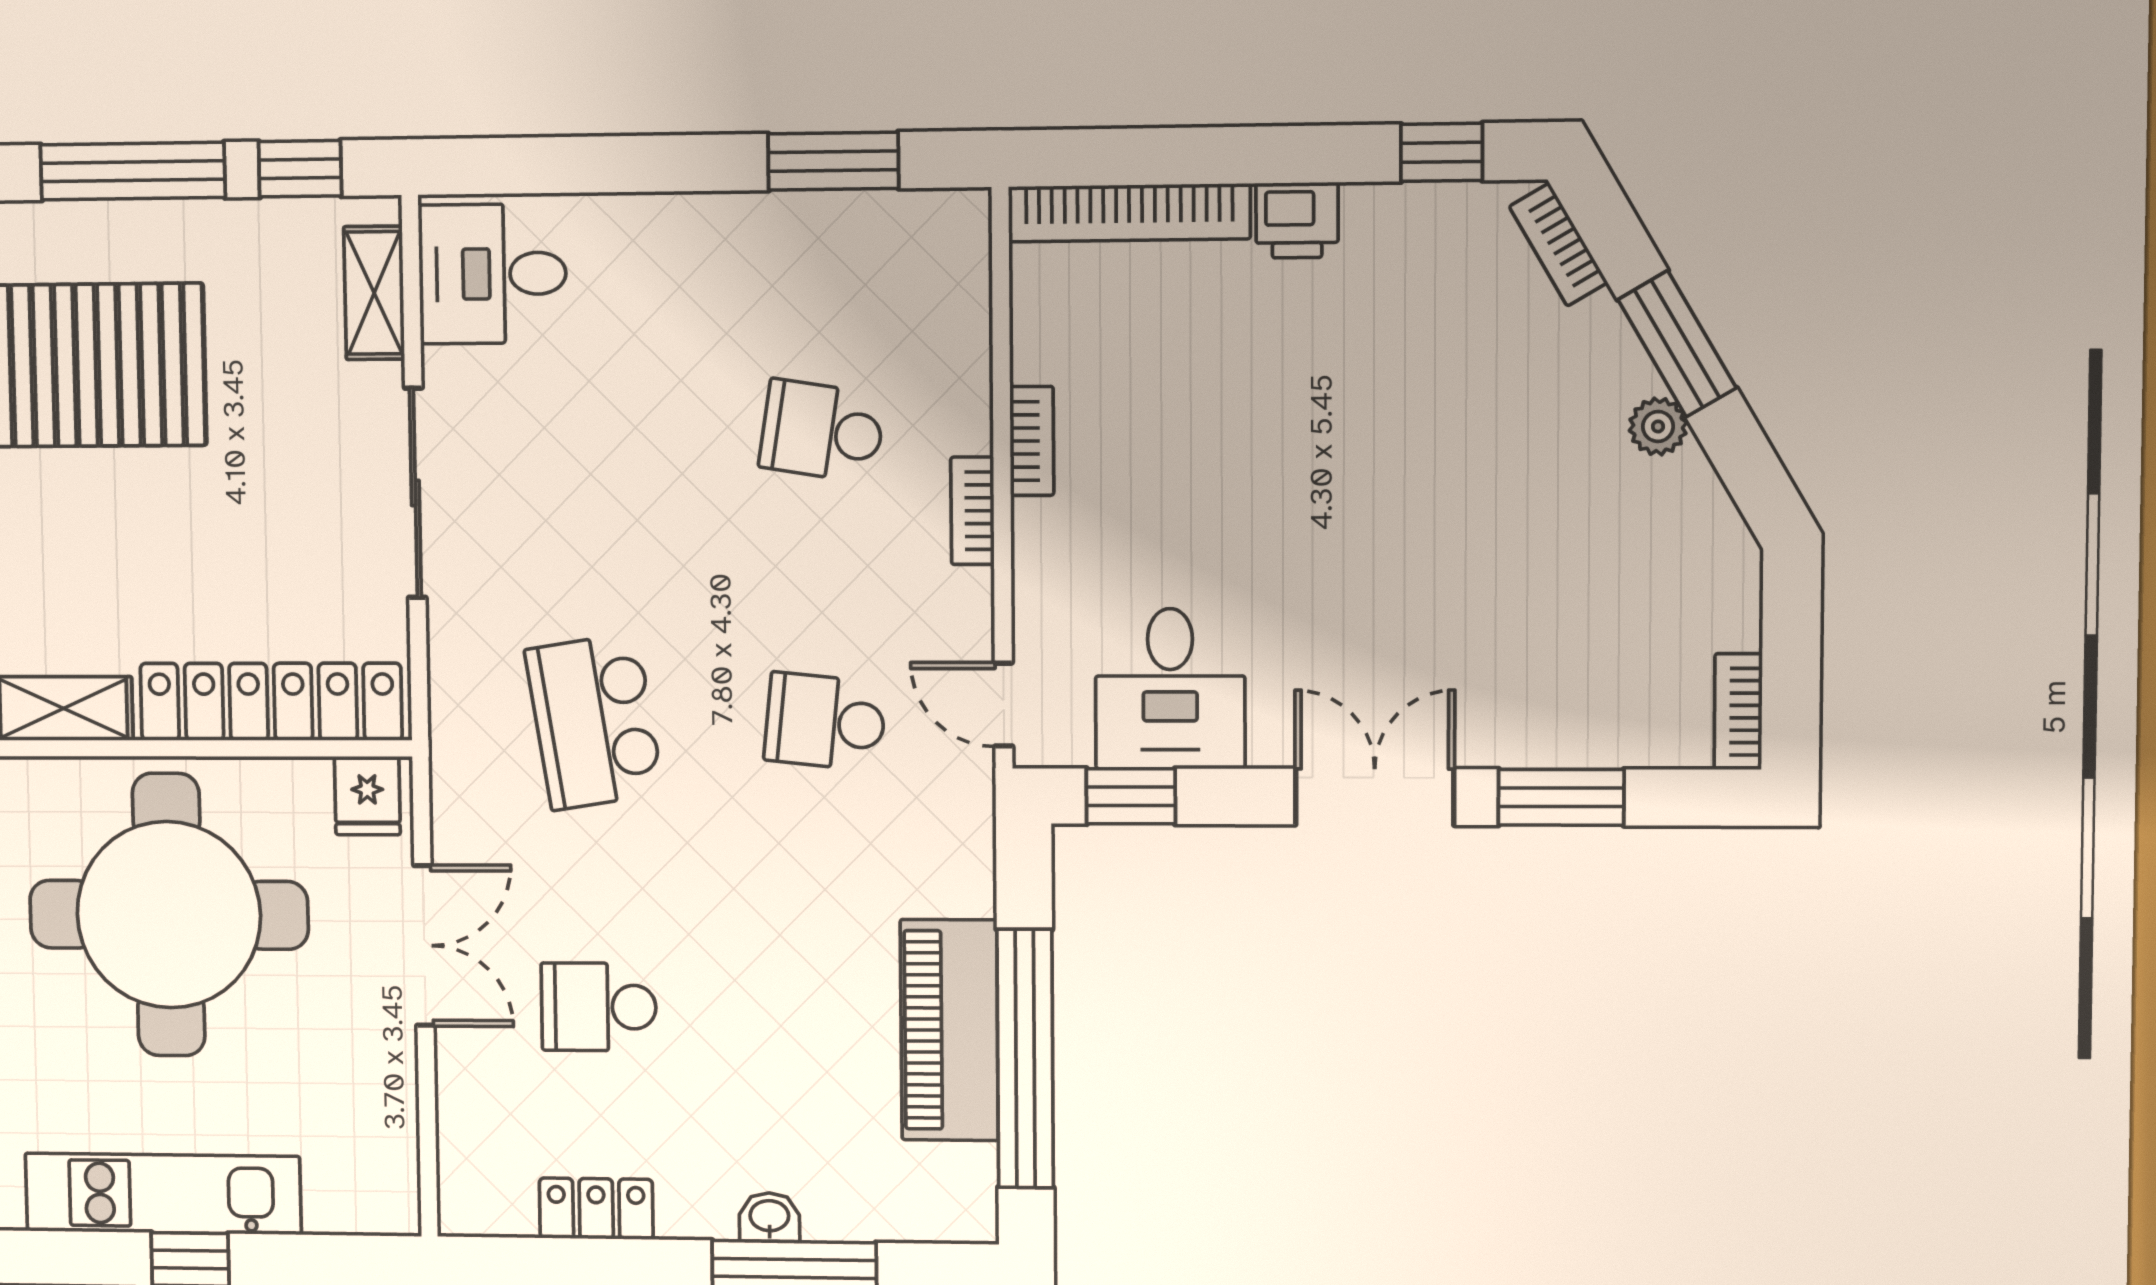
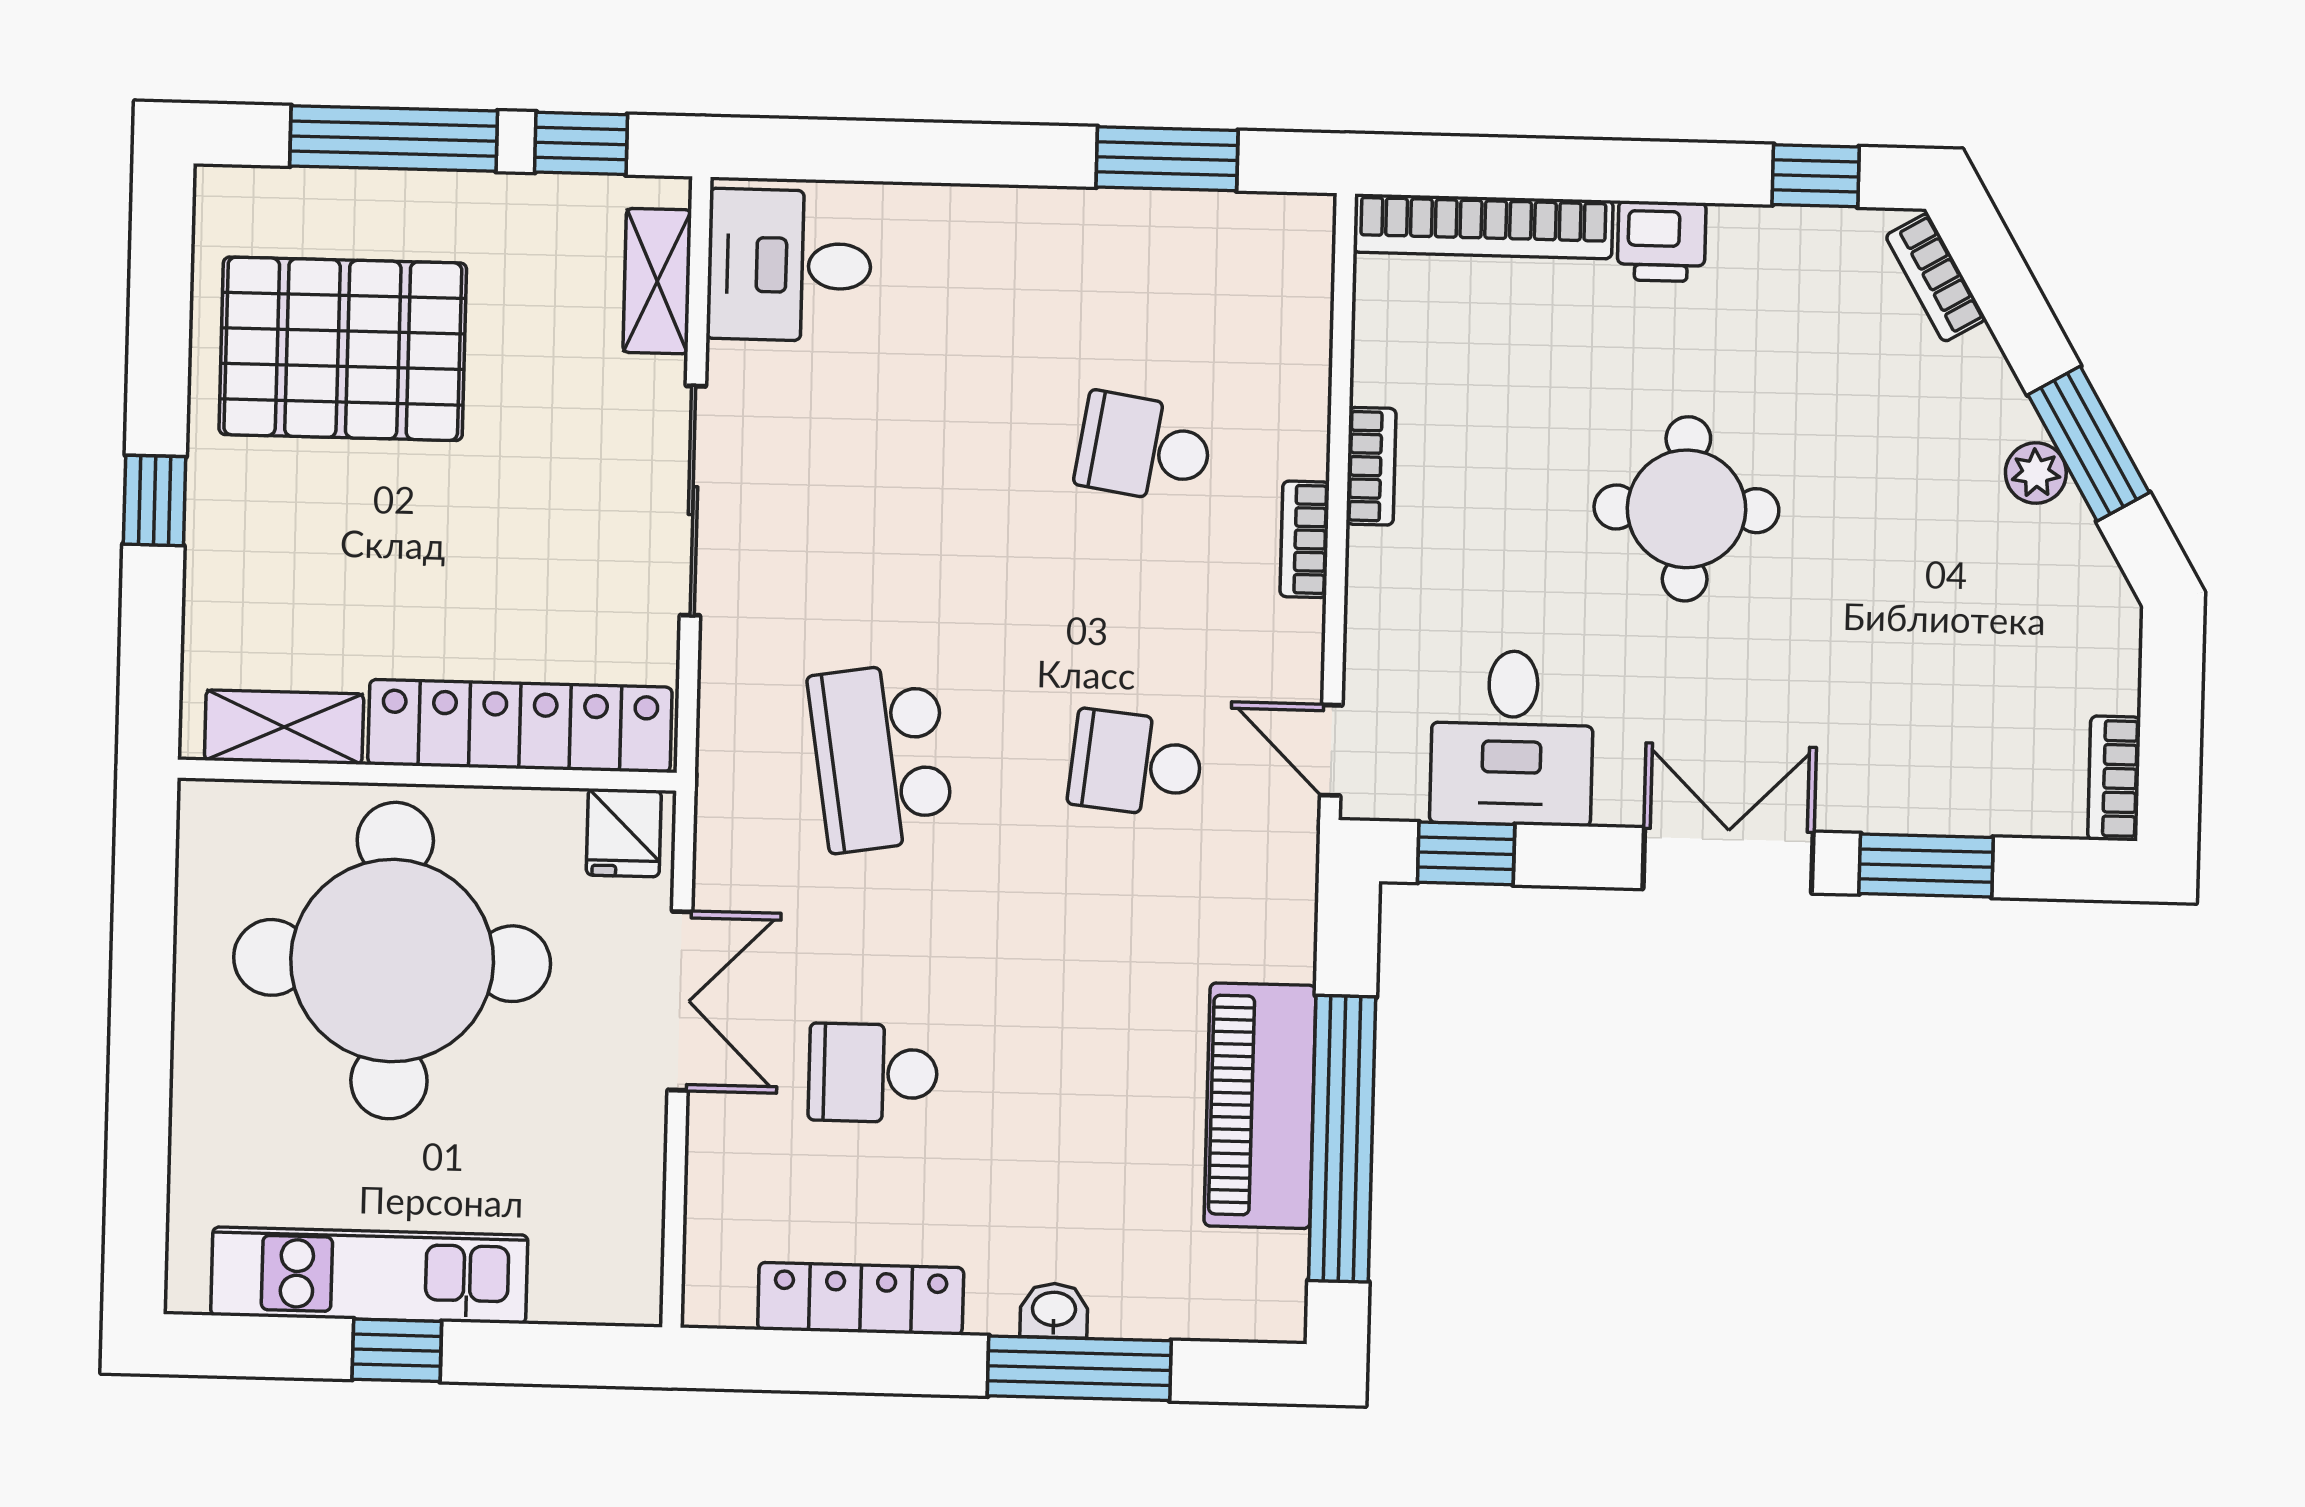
window: (1677, 344) -> (2089, 444), moved
round table: (1327, 471) -> (1686, 509), added
locker: (596, 1209) -> (861, 1299), width x1.53

